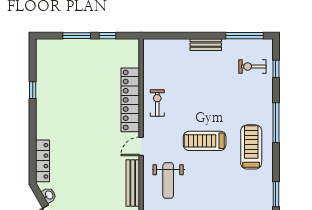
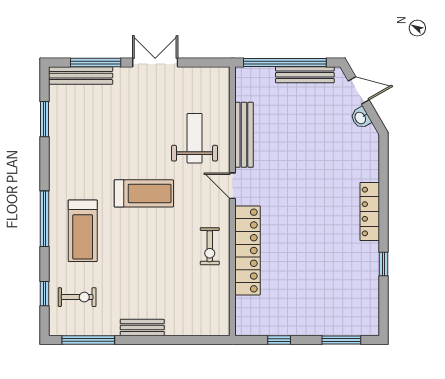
window: (77, 36) -> (341, 340), moved
door: (141, 146) -> (232, 186), swing flipped
treadmill: (251, 147) -> (83, 231), moved
locker: (42, 161) -> (370, 211), moved

